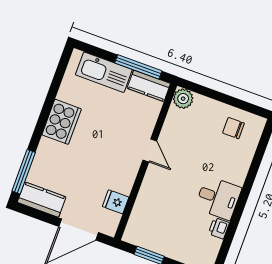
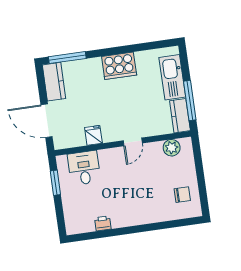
plant: (183, 99) -> (172, 148), moved
chair: (233, 128) -> (182, 195), turned 90
desk: (218, 198) -> (84, 168), moved, turned 180
fridge: (116, 202) -> (93, 135), moved

